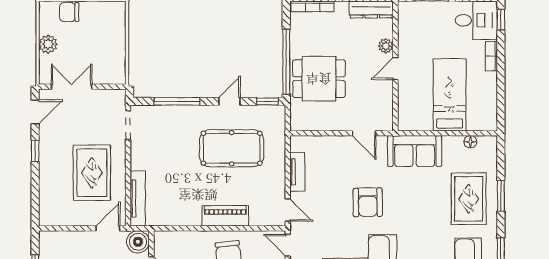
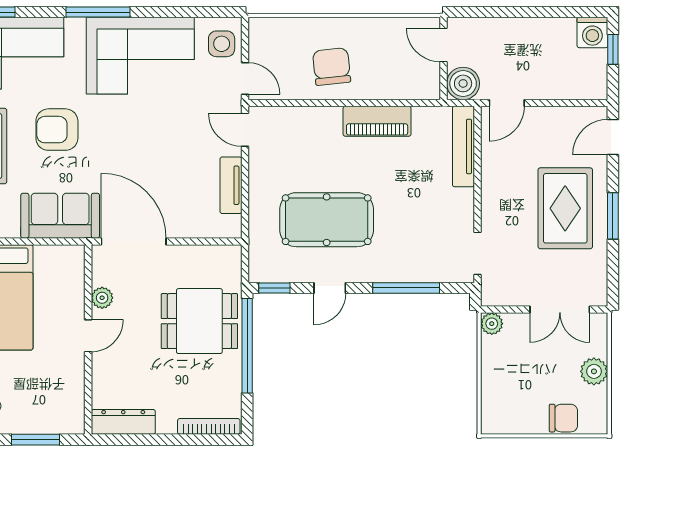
plant: (386, 46) -> (102, 298), moved
plant: (118, 77) -> (492, 324), added
door: (35, 112) -> (613, 137), moved
door: (364, 133) -> (134, 241), width x1.87
window: (35, 151) -> (613, 216), width x1.50
rug: (92, 173) -> (565, 208), moved
armchair: (368, 202) -> (57, 130), moved, turned -89
piano: (225, 216) -> (377, 121), moved

